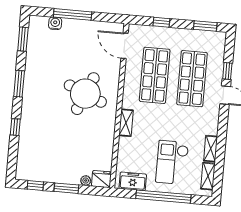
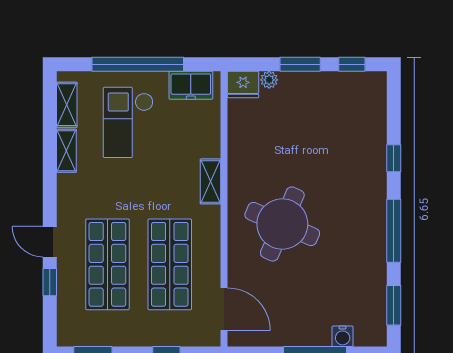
window: (19, 84) -> (394, 231), width x1.44
checkout: (172, 162) -> (128, 122), turned 180

